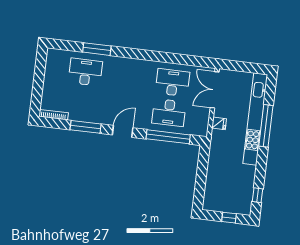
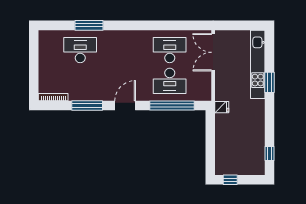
kitchen unit: (255, 119) -> (258, 64), width x0.73
fridge: (219, 123) -> (222, 107), moved
window: (266, 126) -> (270, 82), width x0.47
window: (229, 218) -> (230, 180), moved

